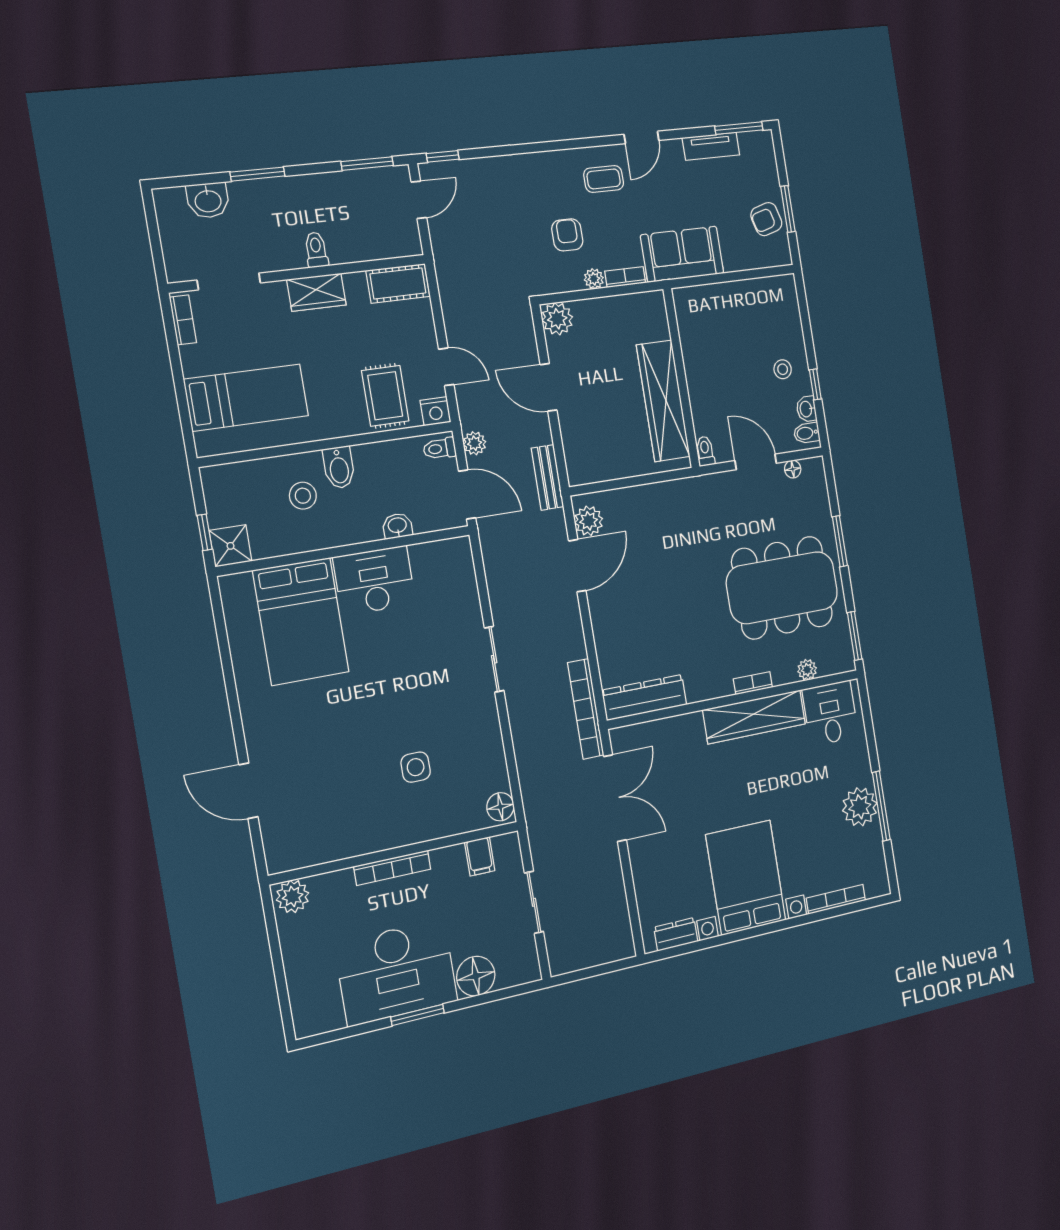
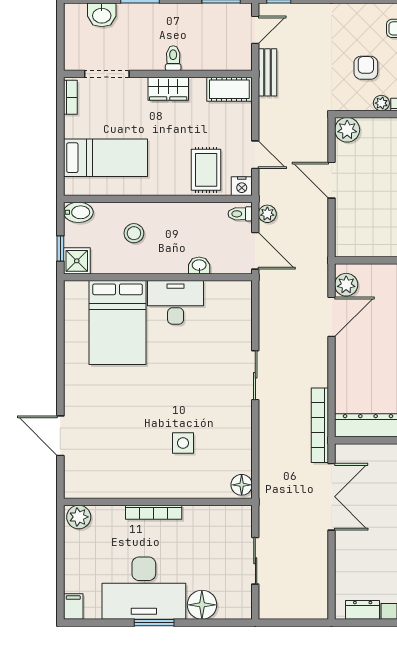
bidet: (339, 467) -> (78, 212), moved, turned -90
bench: (547, 477) -> (268, 72), moved
filing cabinet: (480, 856) -> (73, 607), moved, turned 180

